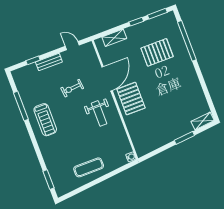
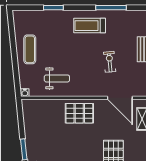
door: (107, 79) -> (120, 98), moved
weight bench: (99, 113) -> (57, 78), moved, turned 180
window: (49, 180) -> (53, 8), moved

